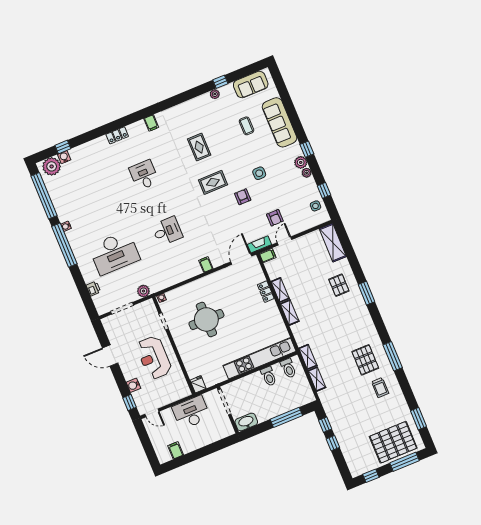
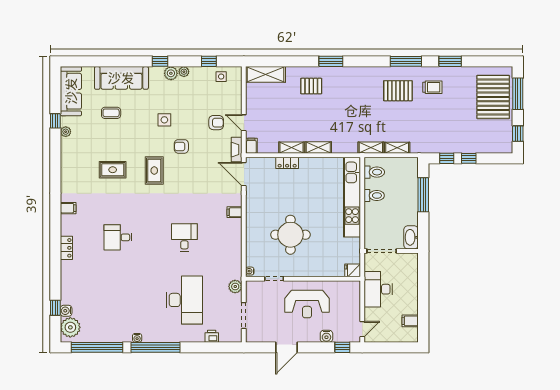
sofa: (251, 84) -> (71, 91), width x1.36
window: (418, 419) -> (450, 61), moved

